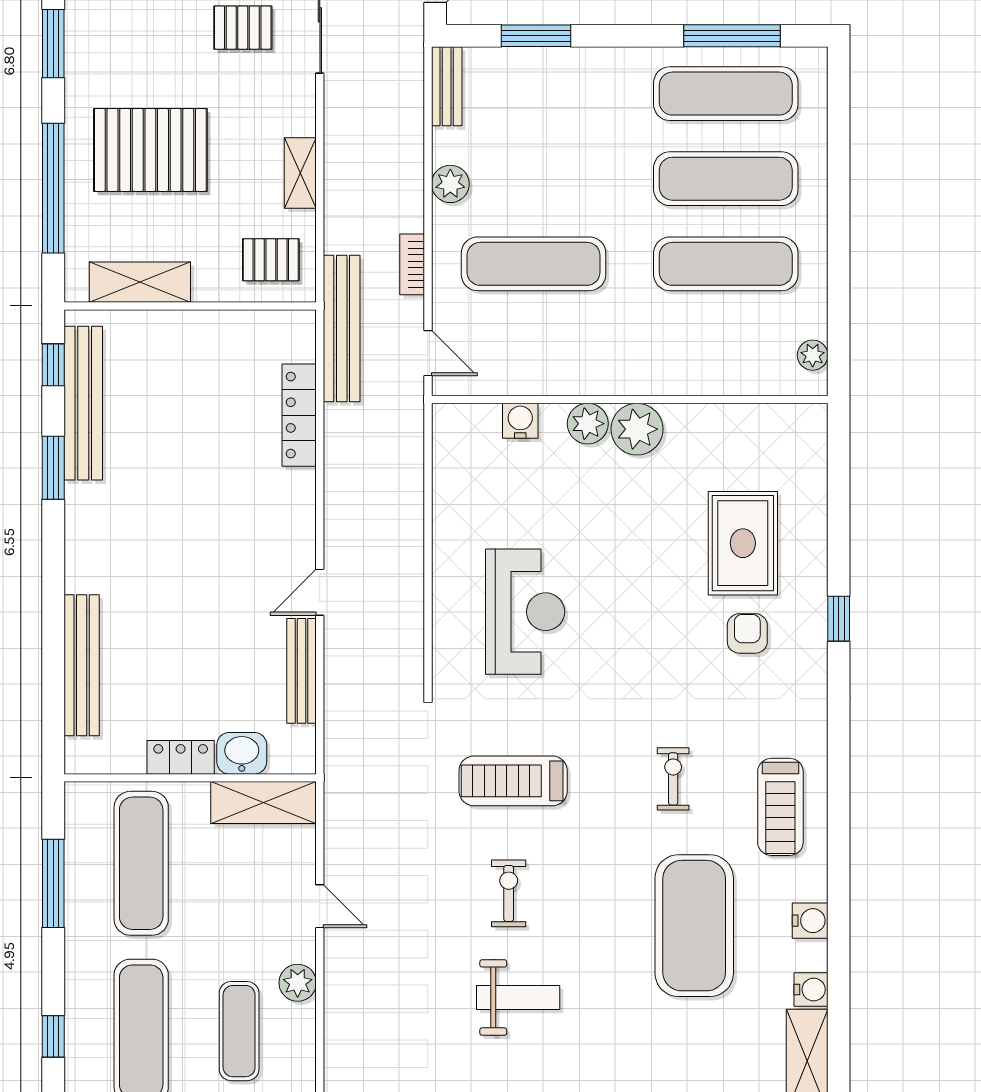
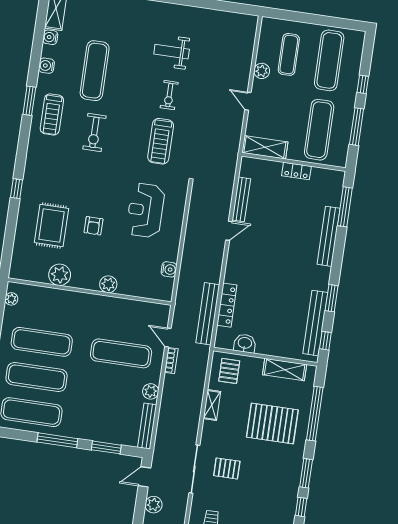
window: (732, 36) -> (57, 440), moved
bench: (447, 86) -> (147, 426), width x1.36
pallet: (271, 260) -> (229, 371), turned 90
bench: (342, 329) -> (208, 314), moved
door: (428, 353) -> (168, 338), moved
water cooler: (520, 421) -> (169, 269), moved, turned -90
plant: (637, 429) -> (60, 275), moved
armchair: (747, 633) -> (94, 226), moved
bench: (82, 665) -> (329, 236), moved
window: (53, 689) -> (345, 207), added
washbasin: (242, 753) -> (245, 343), moved, turned 180
exercise bike: (673, 779) -> (94, 132), width x1.38, depth x1.39
treadmill: (513, 781) -> (161, 141), turned 90
treadmill: (780, 807) -> (52, 114), turned 180
window: (839, 831) -> (29, 101), added
exercise mat: (694, 926) -> (95, 71), width x0.68
window: (53, 1036) -> (363, 84), moved

